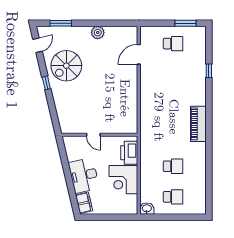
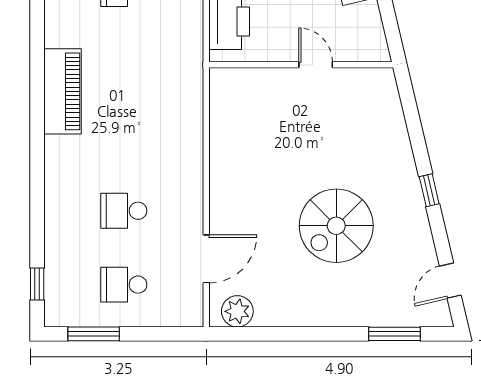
plant: (98, 33) -> (237, 311), moved
spiral stairs: (66, 66) -> (336, 226), moved, turned 180
window: (209, 71) -> (37, 284), moved
school desk: (173, 74) -> (124, 211), added

